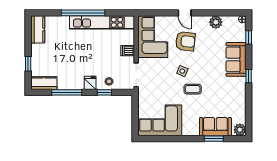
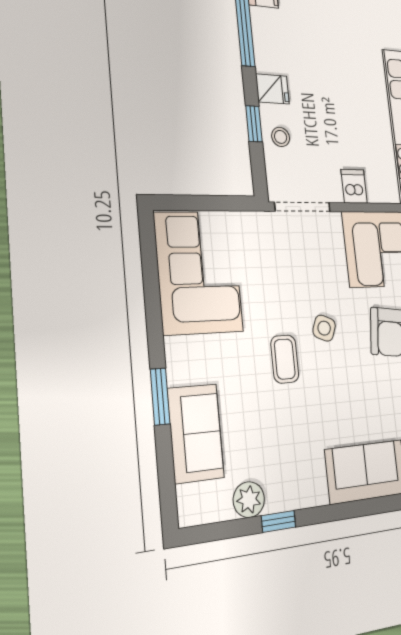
window: (249, 76) -> (279, 521), moved
plant: (240, 130) -> (249, 500), moved
window: (214, 139) -> (160, 397), moved

